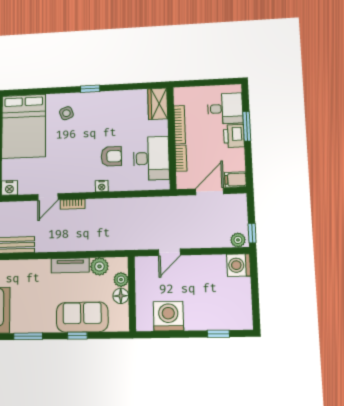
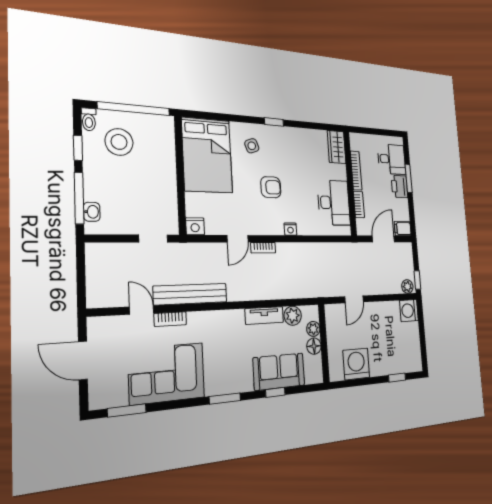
armchair: (111, 156) -> (271, 187), moved

